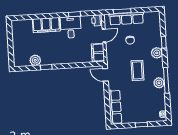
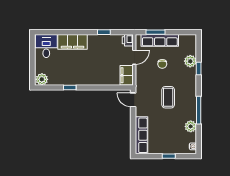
desk: (71, 27) -> (46, 46), moved
plant: (157, 53) -> (190, 61), moved
plant: (35, 60) -> (42, 79), moved
plant: (159, 83) -> (191, 126), moved

